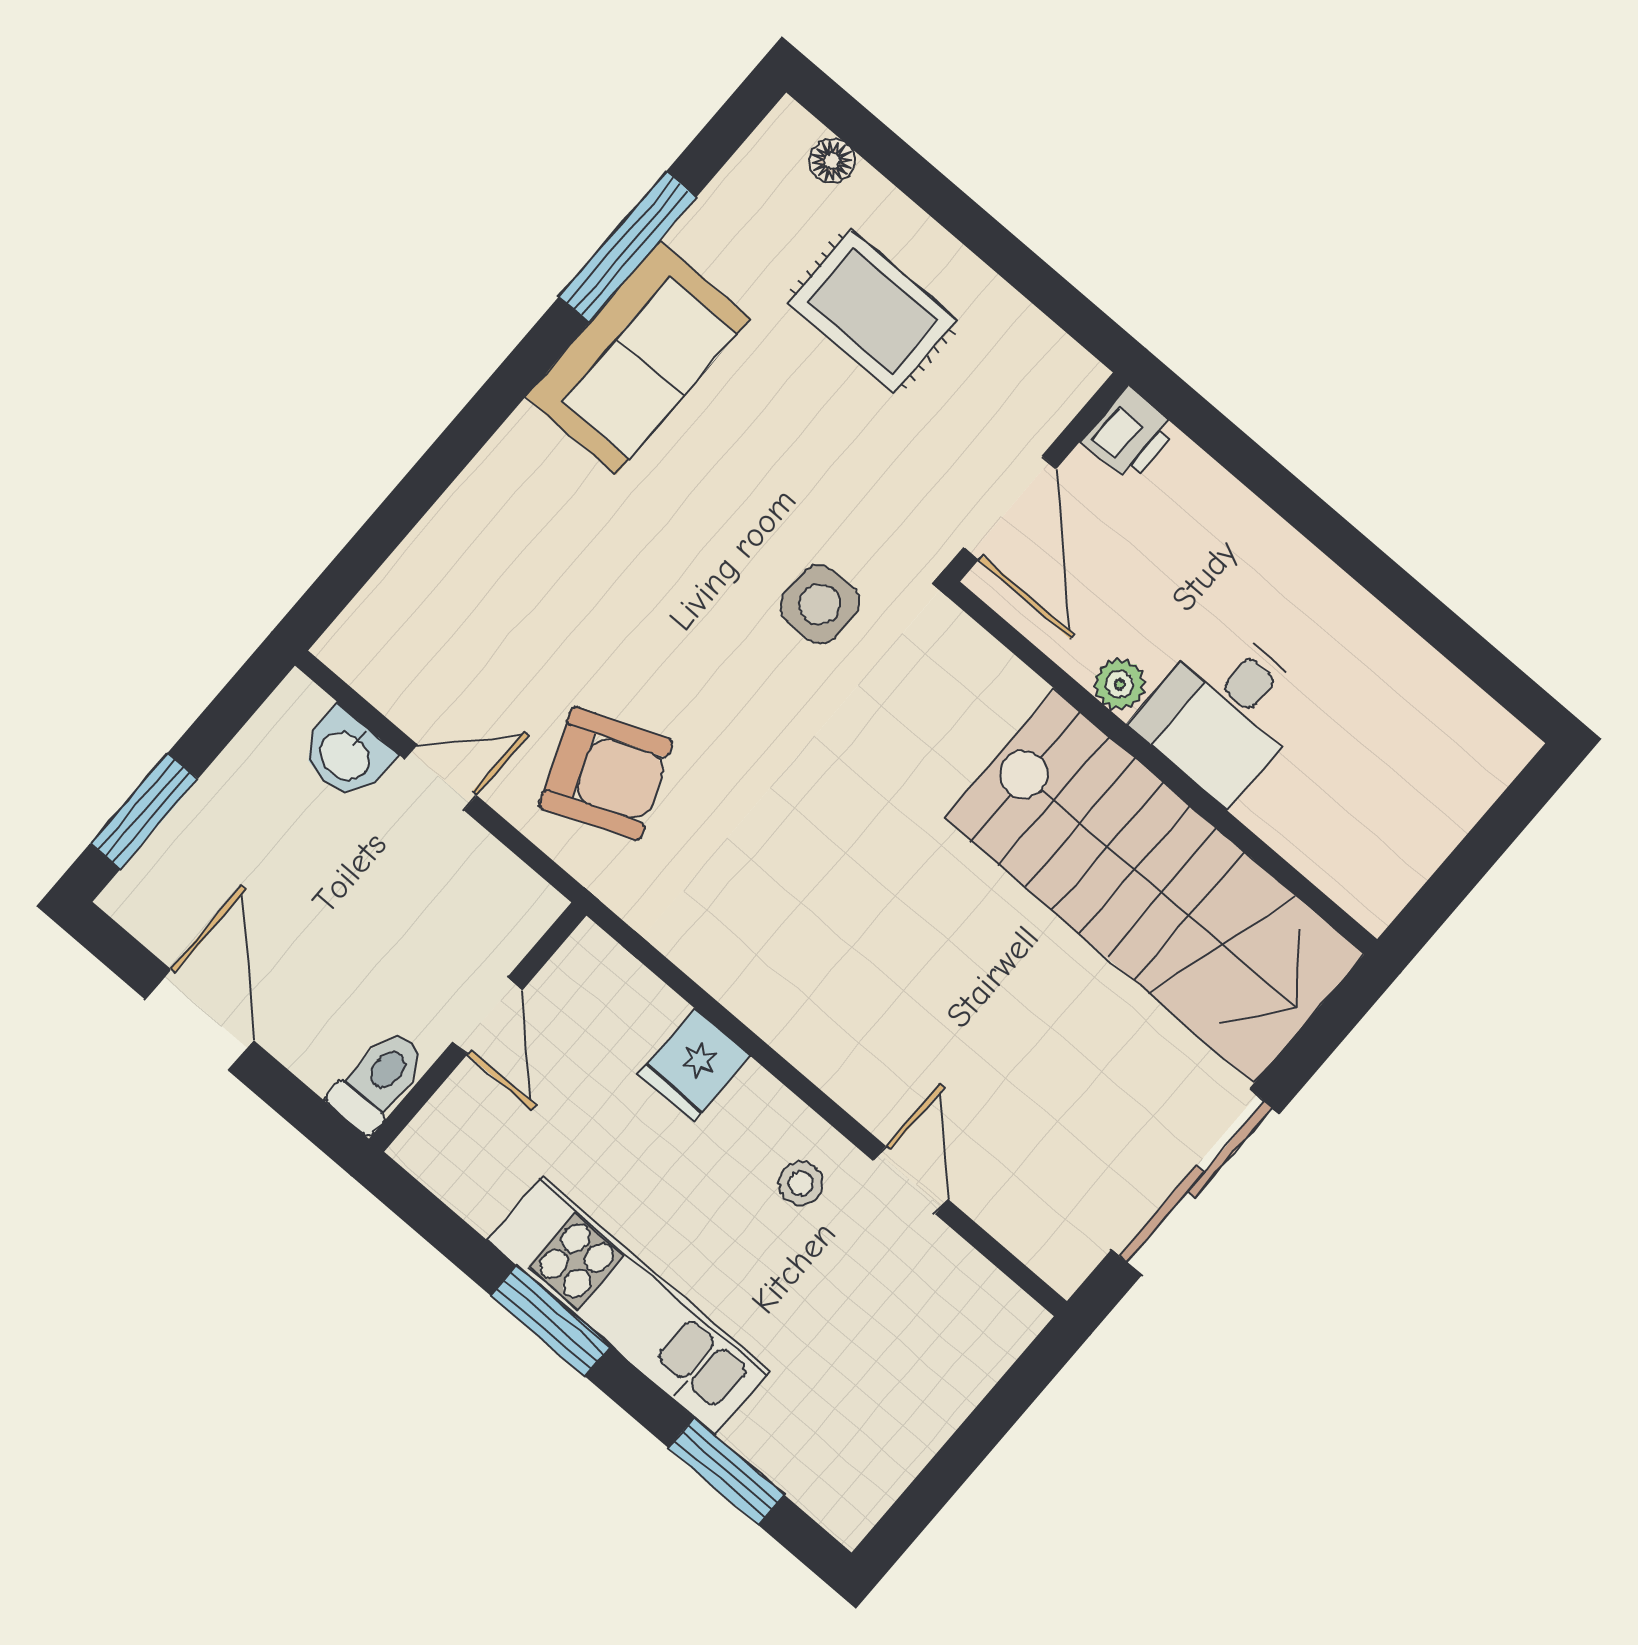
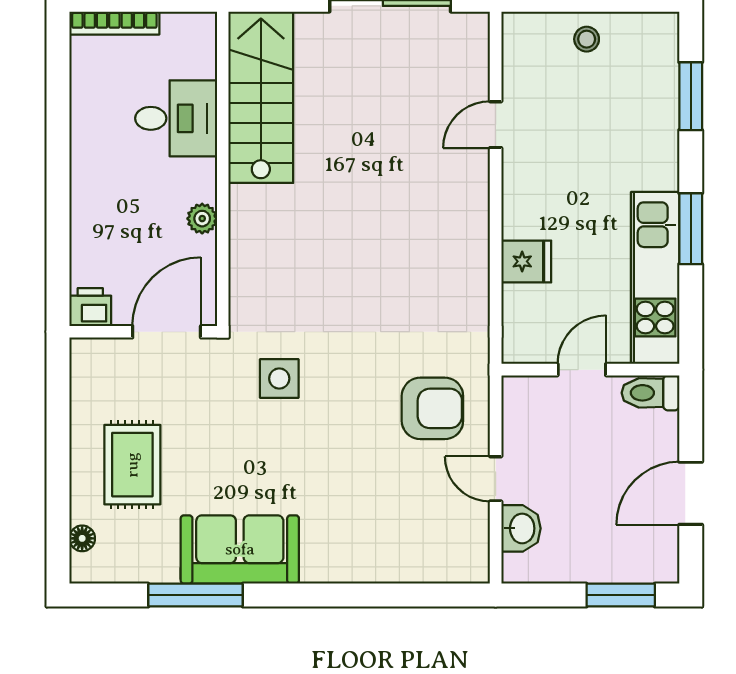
desk: (1224, 713) -> (176, 118), moved
armchair: (606, 774) -> (432, 408), turned 112
bookcase: (1479, 790) -> (114, 23), added
stairs: (1154, 886) -> (261, 97), width x0.73, depth x0.66
stool: (801, 1183) -> (587, 39), moved
kitchen unit: (629, 1306) -> (655, 278), moved

